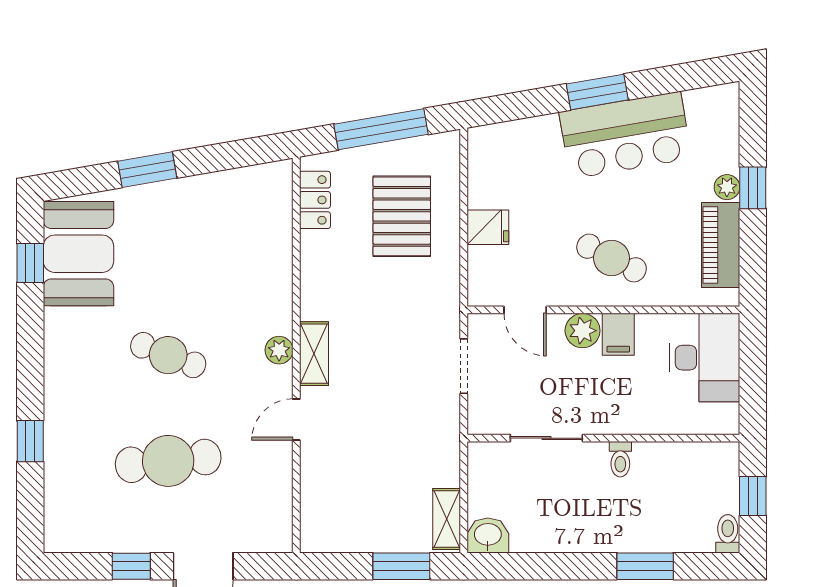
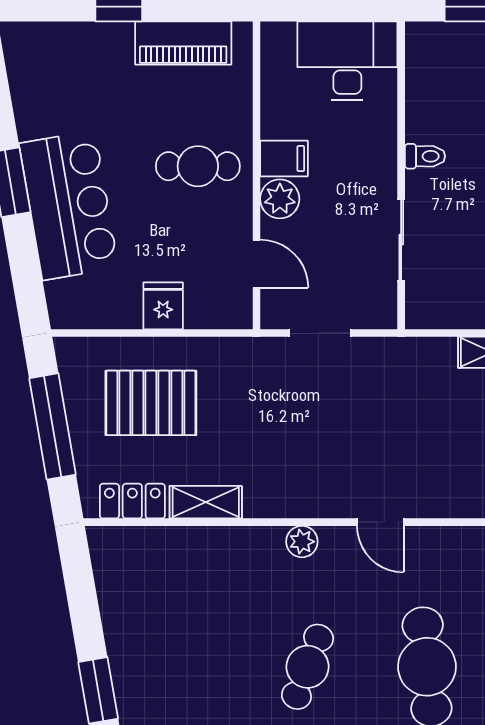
bar counter: (625, 135) -> (69, 205), moved
plant: (727, 187) -> (118, 36), removed
cafe table: (612, 258) -> (198, 166), turned 63
door: (525, 310) -> (257, 264), hinge flipped
shelving: (314, 354) -> (206, 502), moved
desk: (705, 358) -> (347, 61), moved

